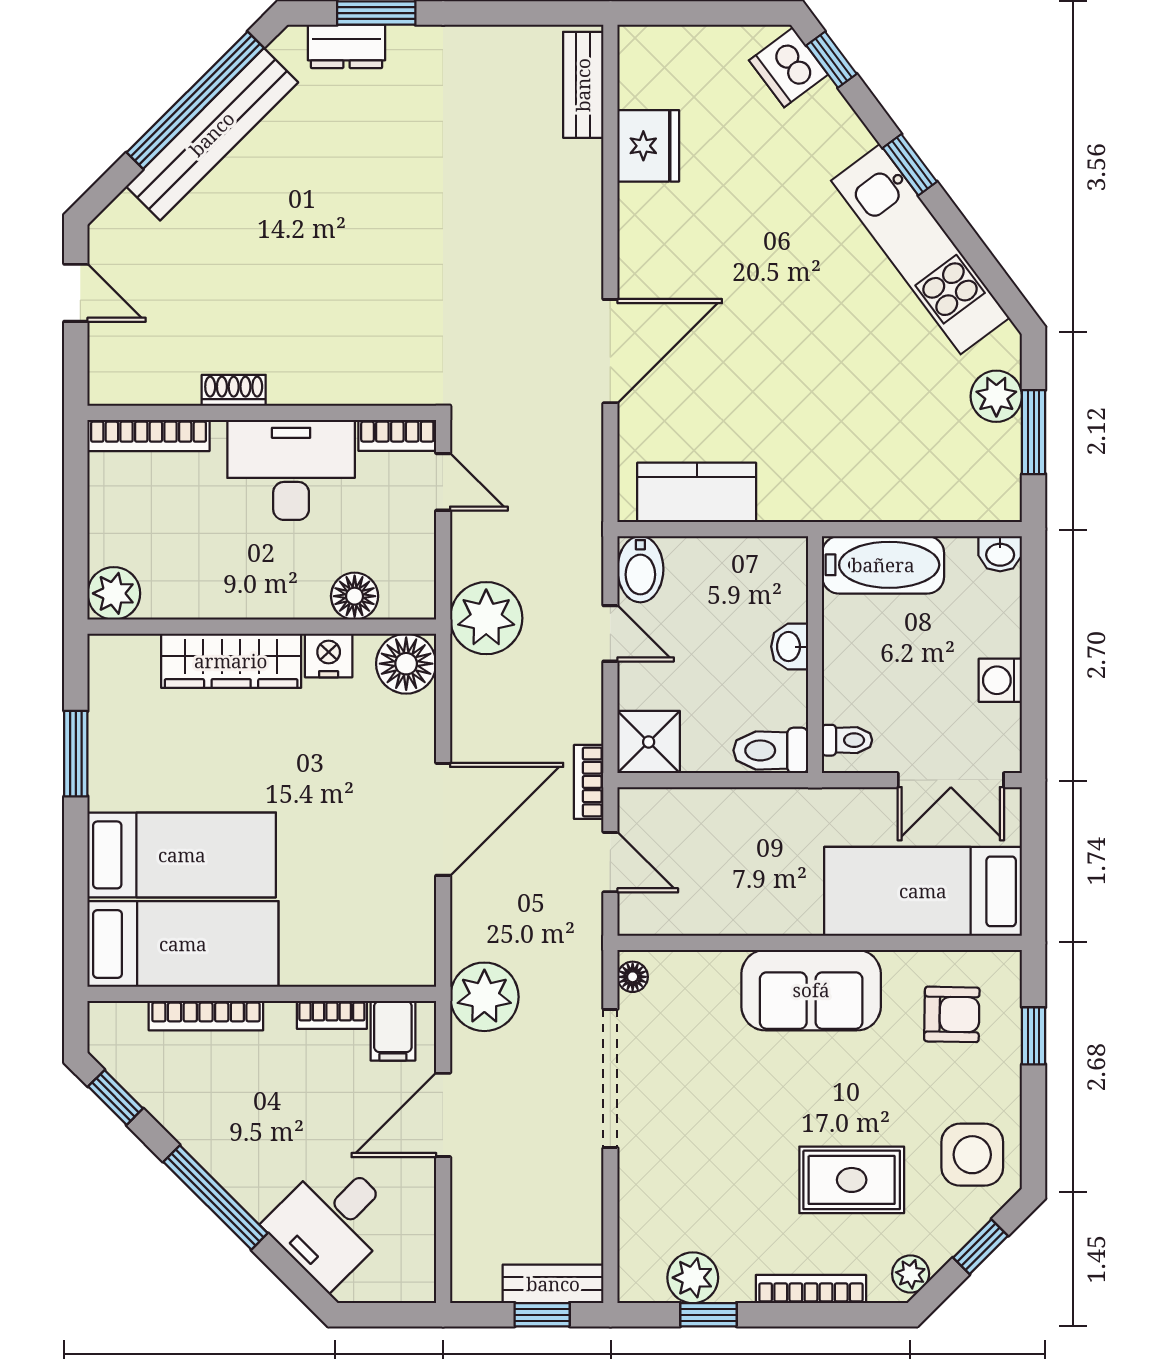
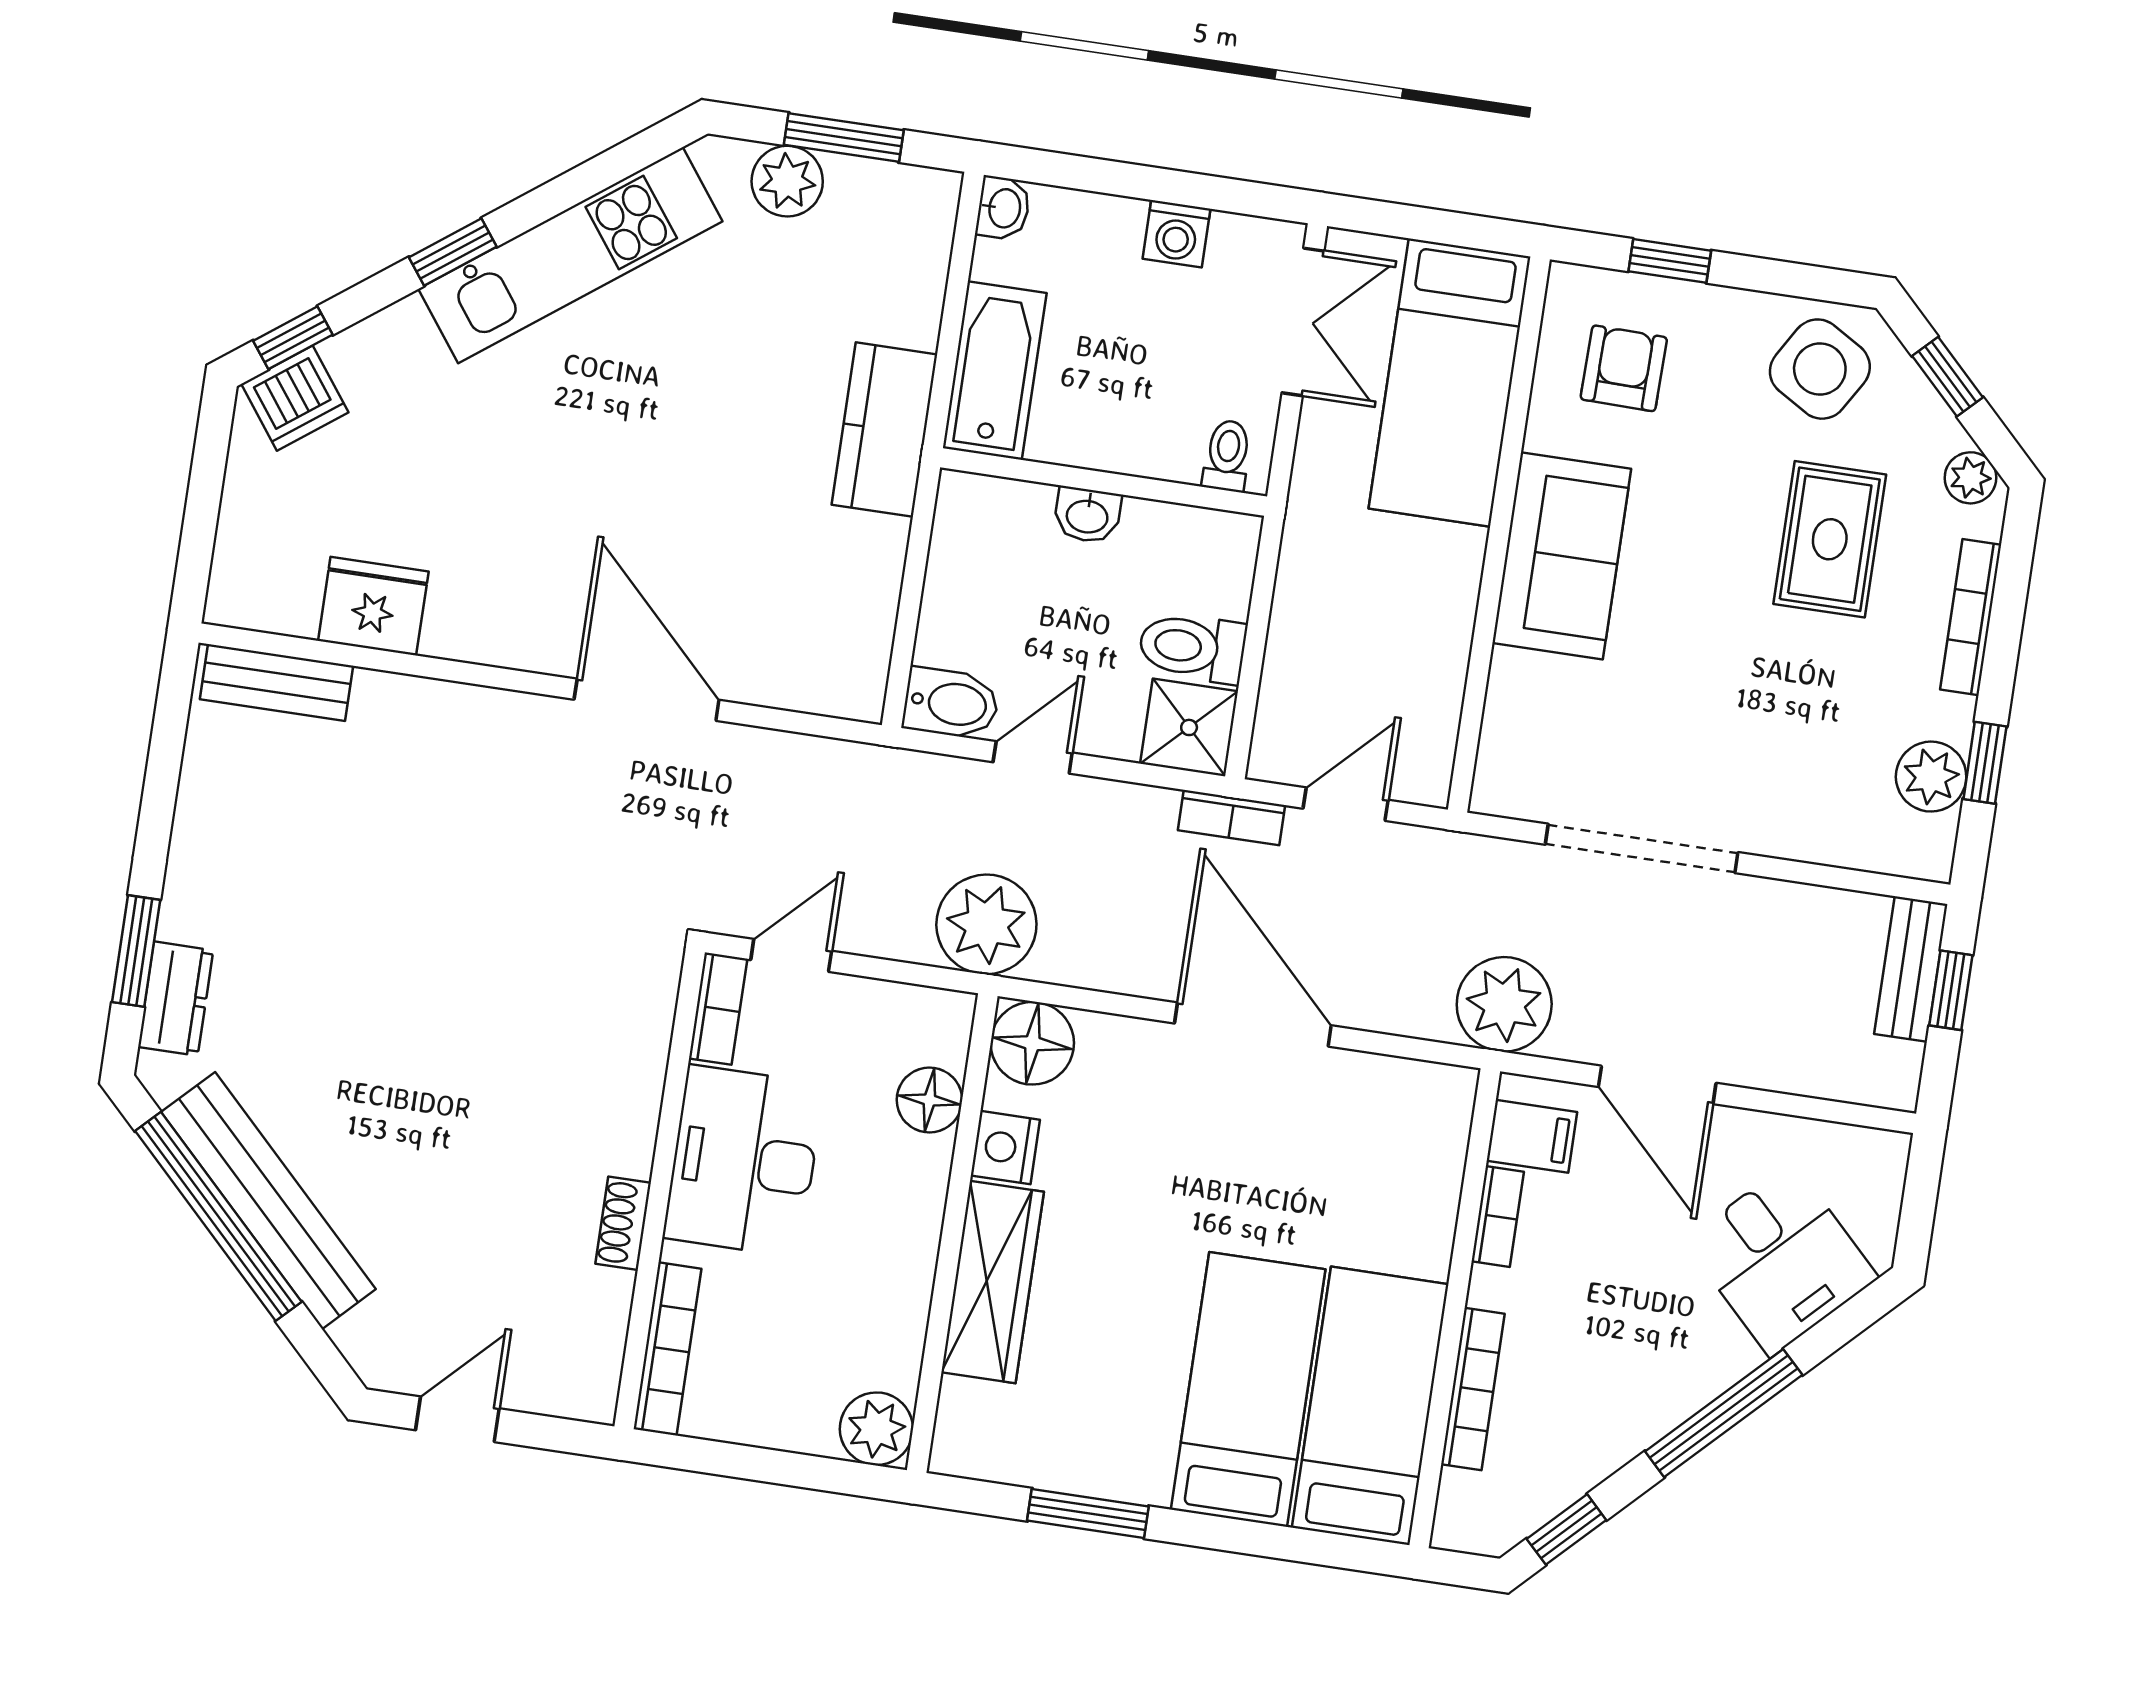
kitchen counter: (697, 492) -> (884, 430), moved
toilet: (771, 750) -> (1192, 647), moved, turned 90
floor lamp: (633, 977) -> (1507, 797), removed
side table: (972, 1155) -> (1820, 369), turned 31

